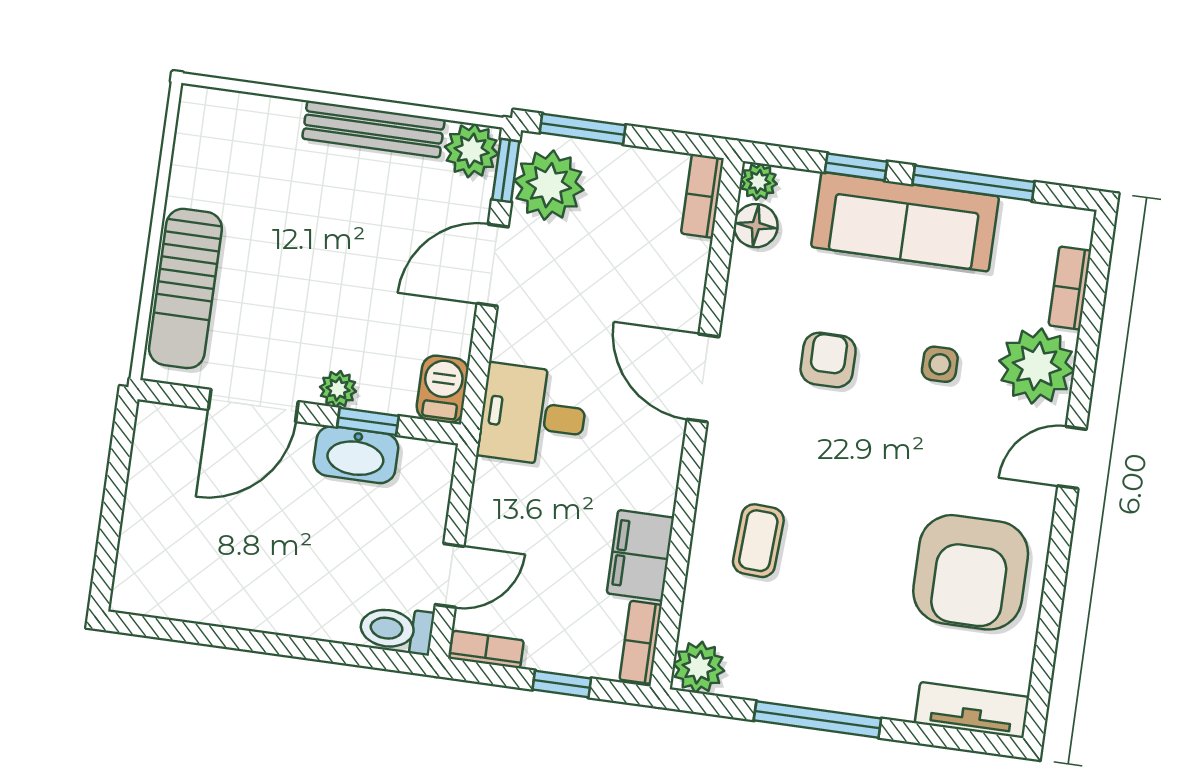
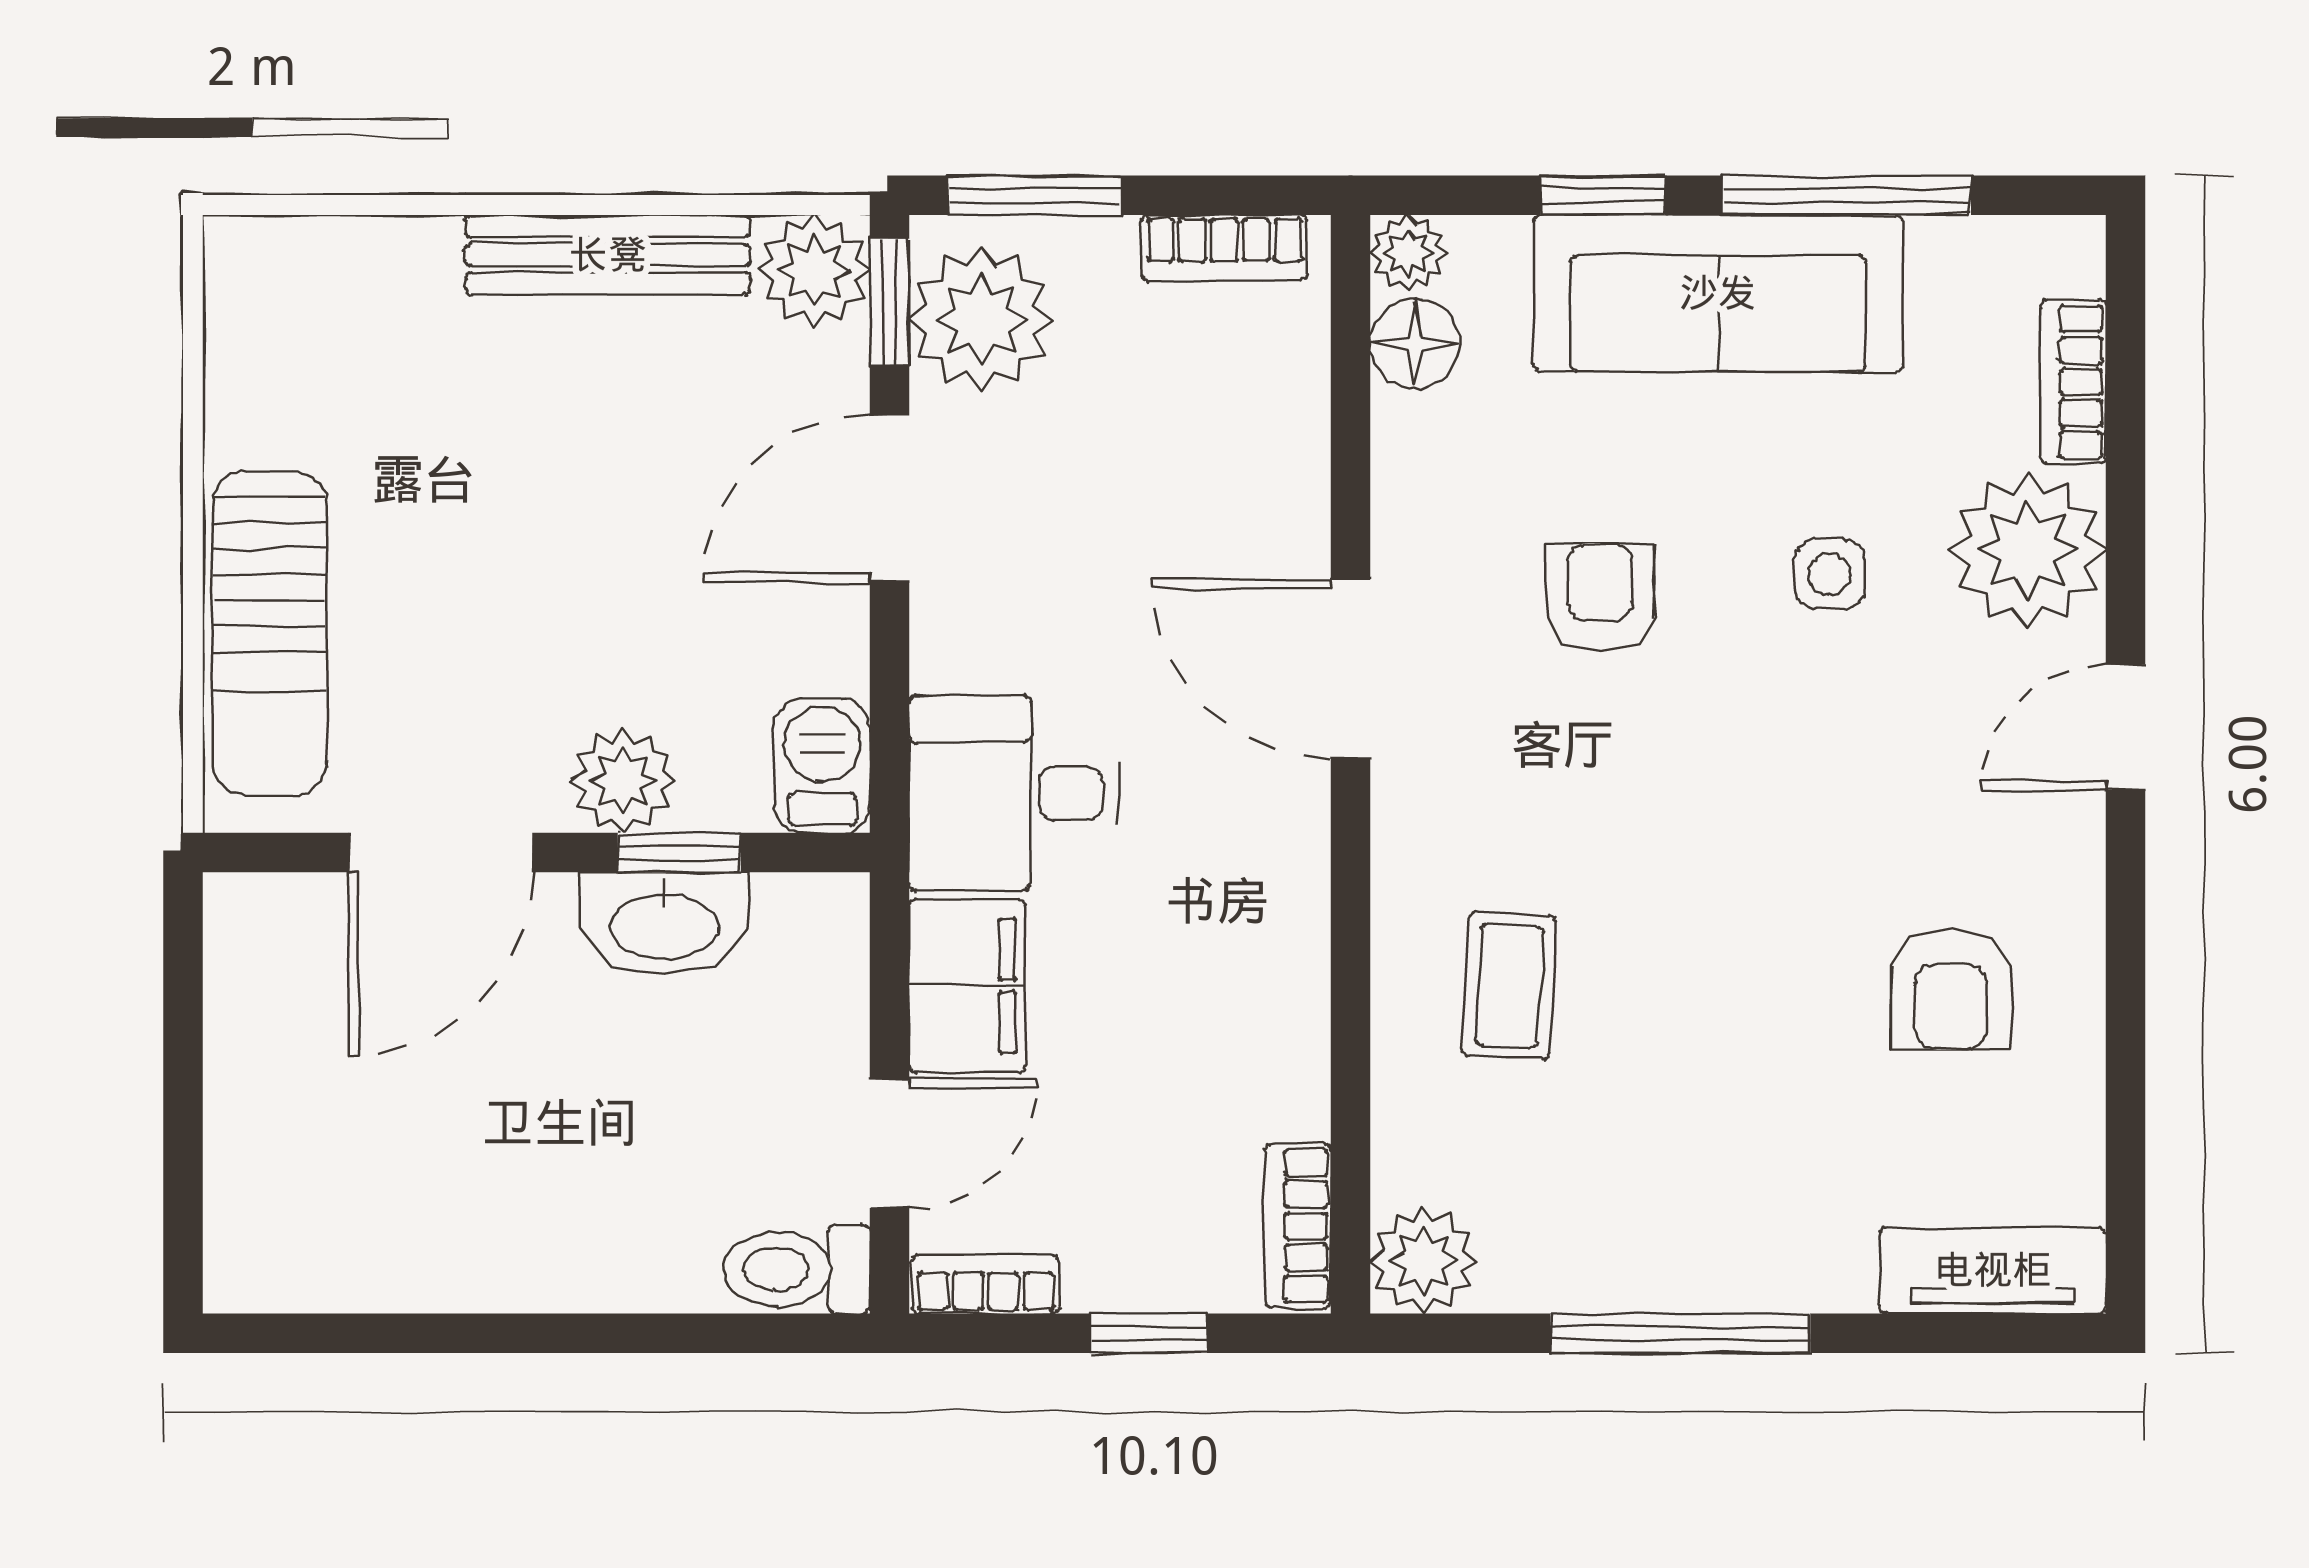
bookcase: (702, 196) -> (1224, 248), moved, turned -90
plant: (338, 389) -> (623, 781), width x1.38, depth x1.38
filing cabinet: (640, 555) -> (967, 986), moved, turned 180
armchair: (971, 572) -> (1951, 990), width x0.53, depth x0.53

